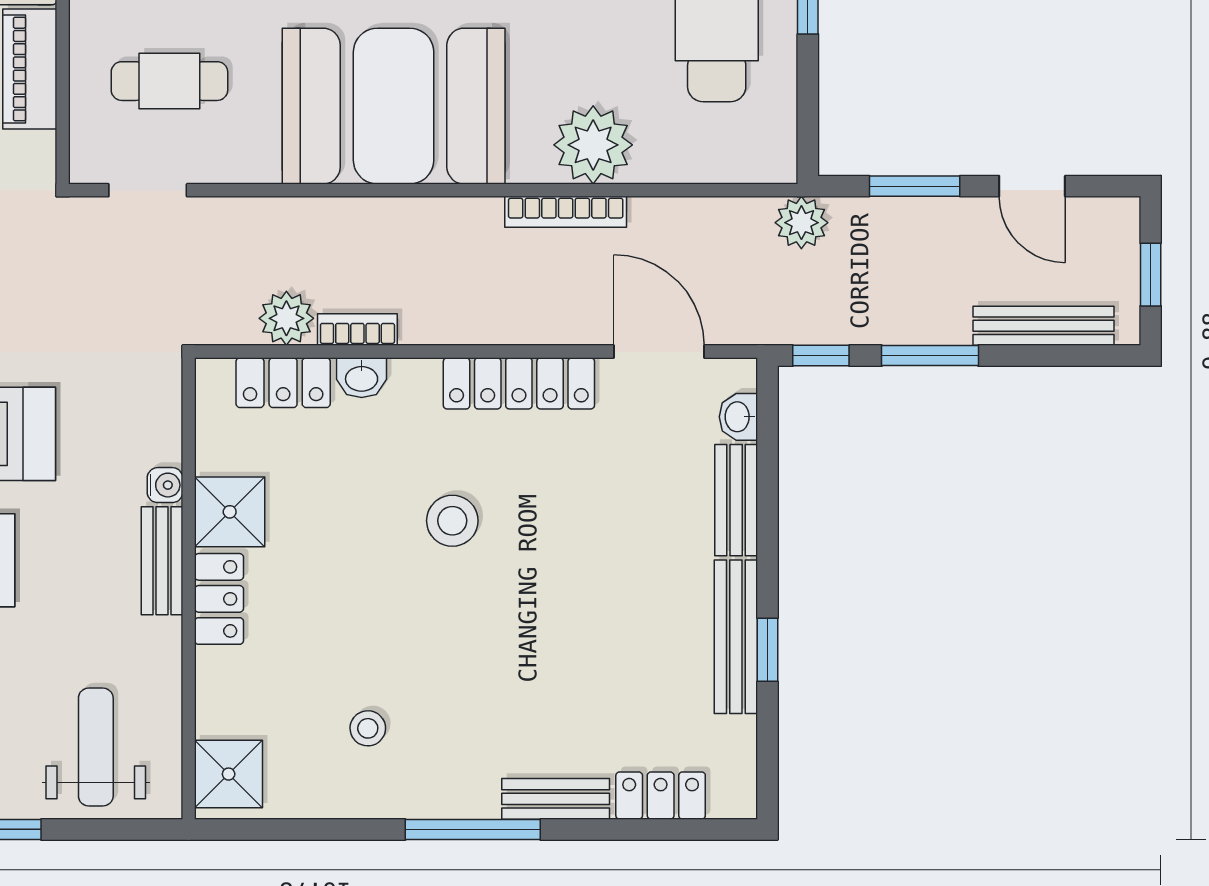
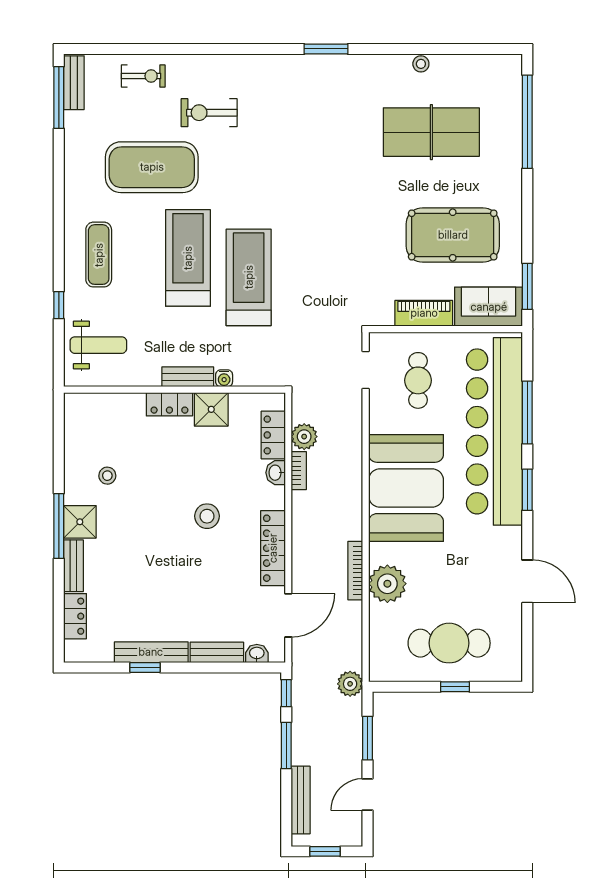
shower: (229, 774) -> (80, 522), moved

